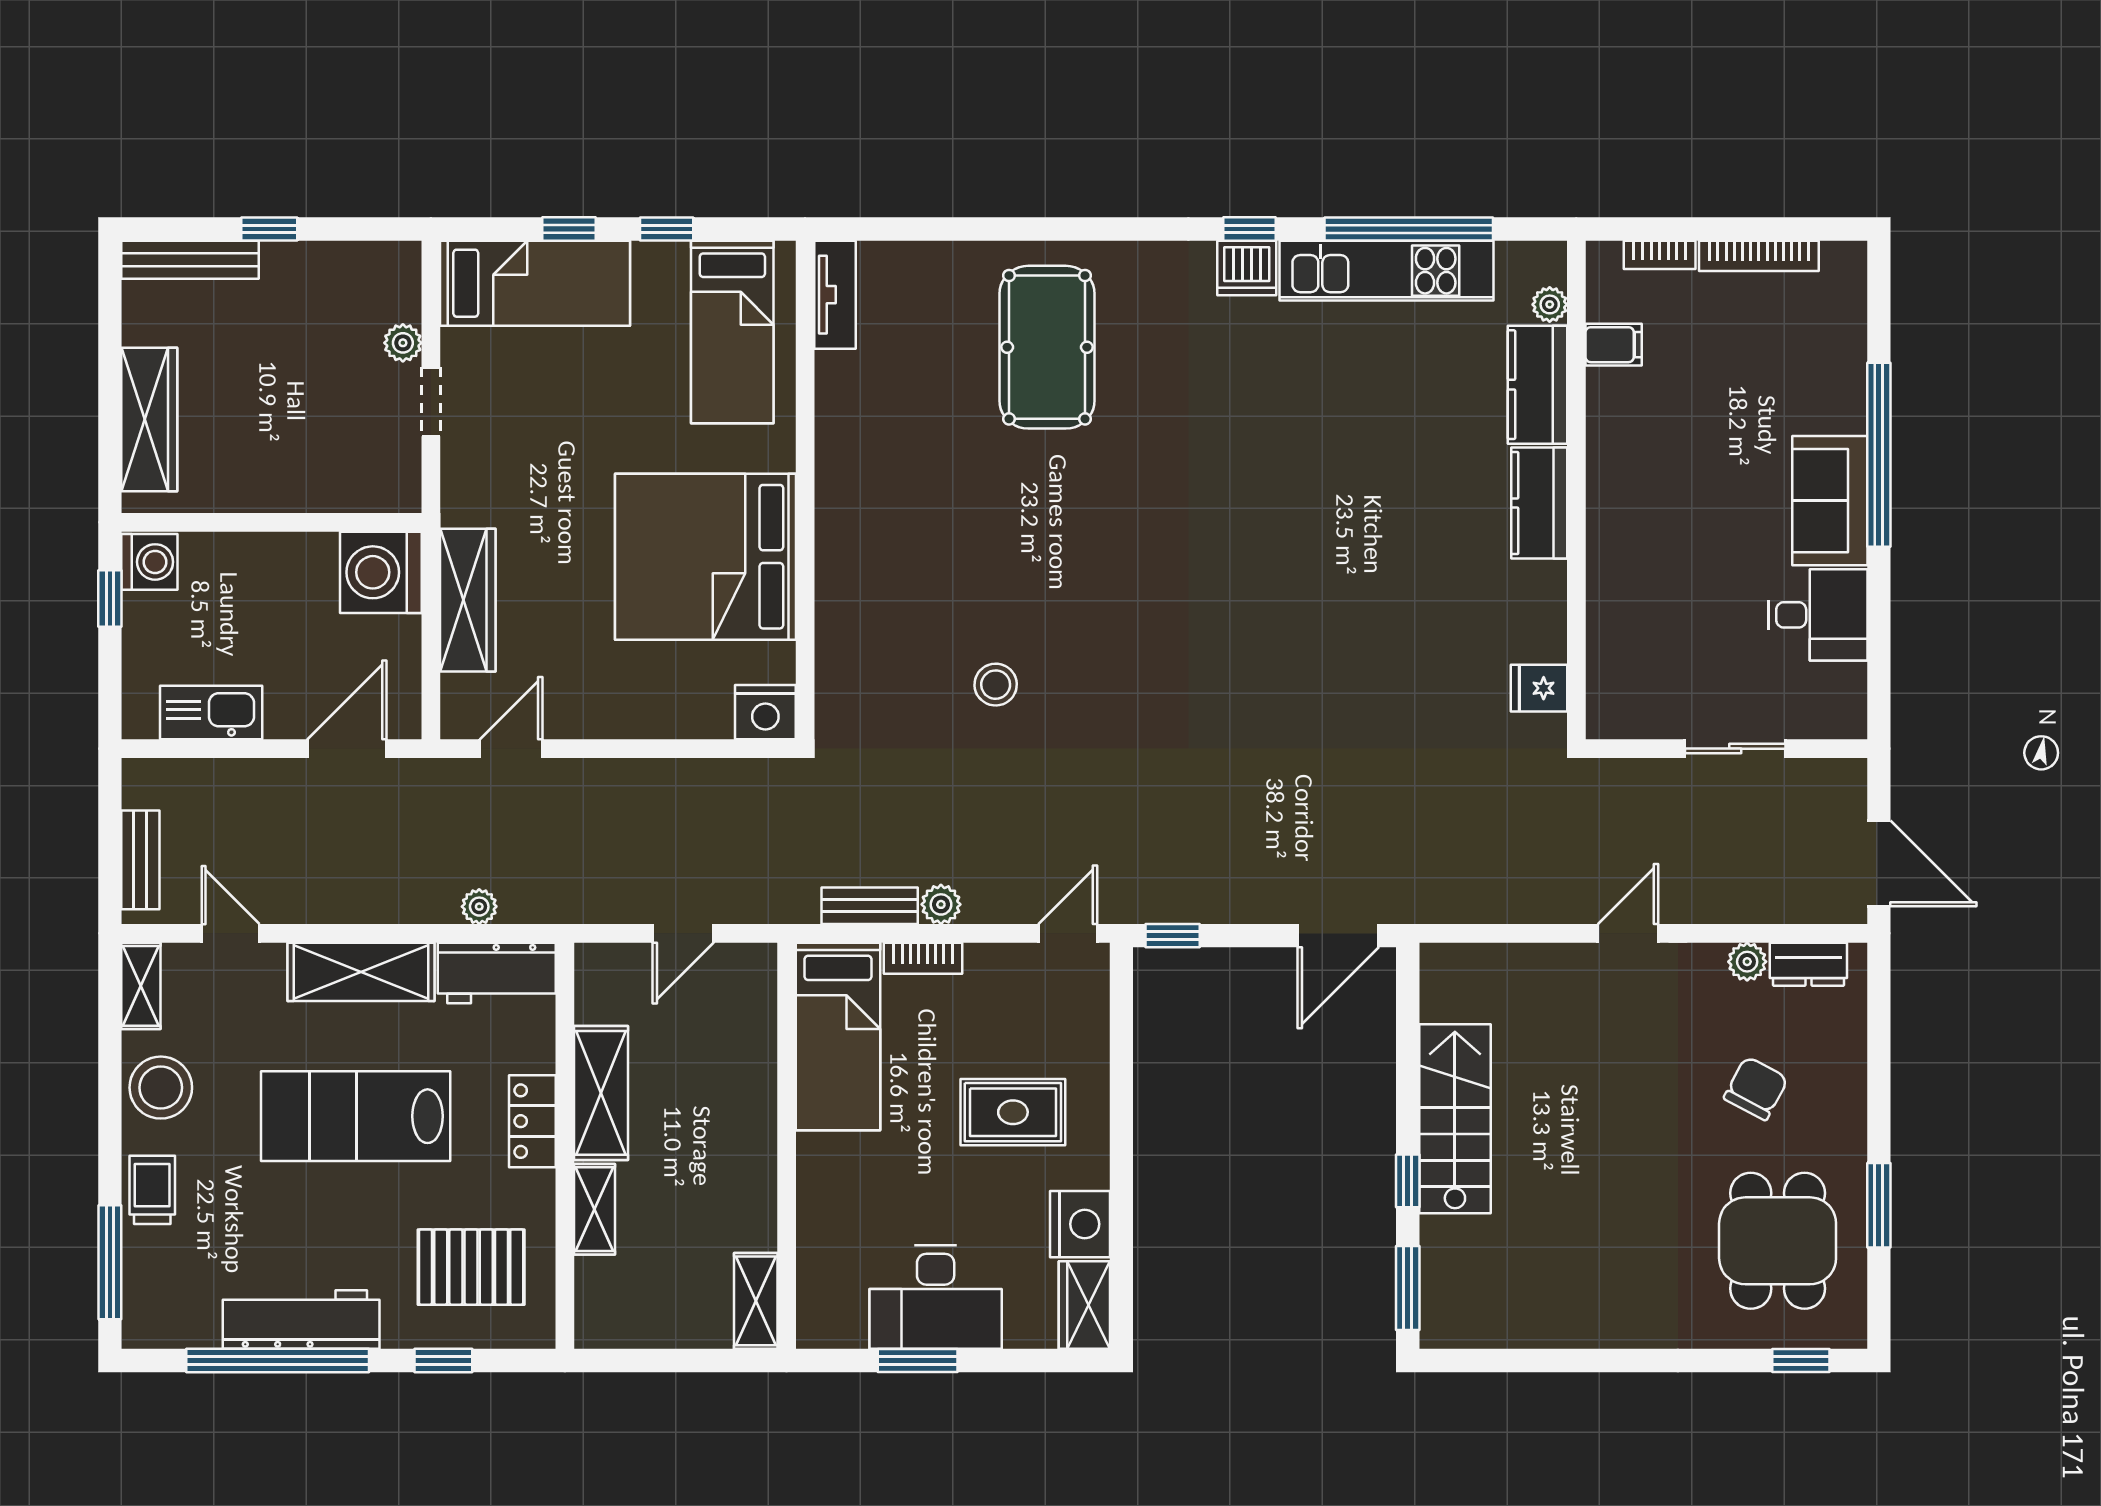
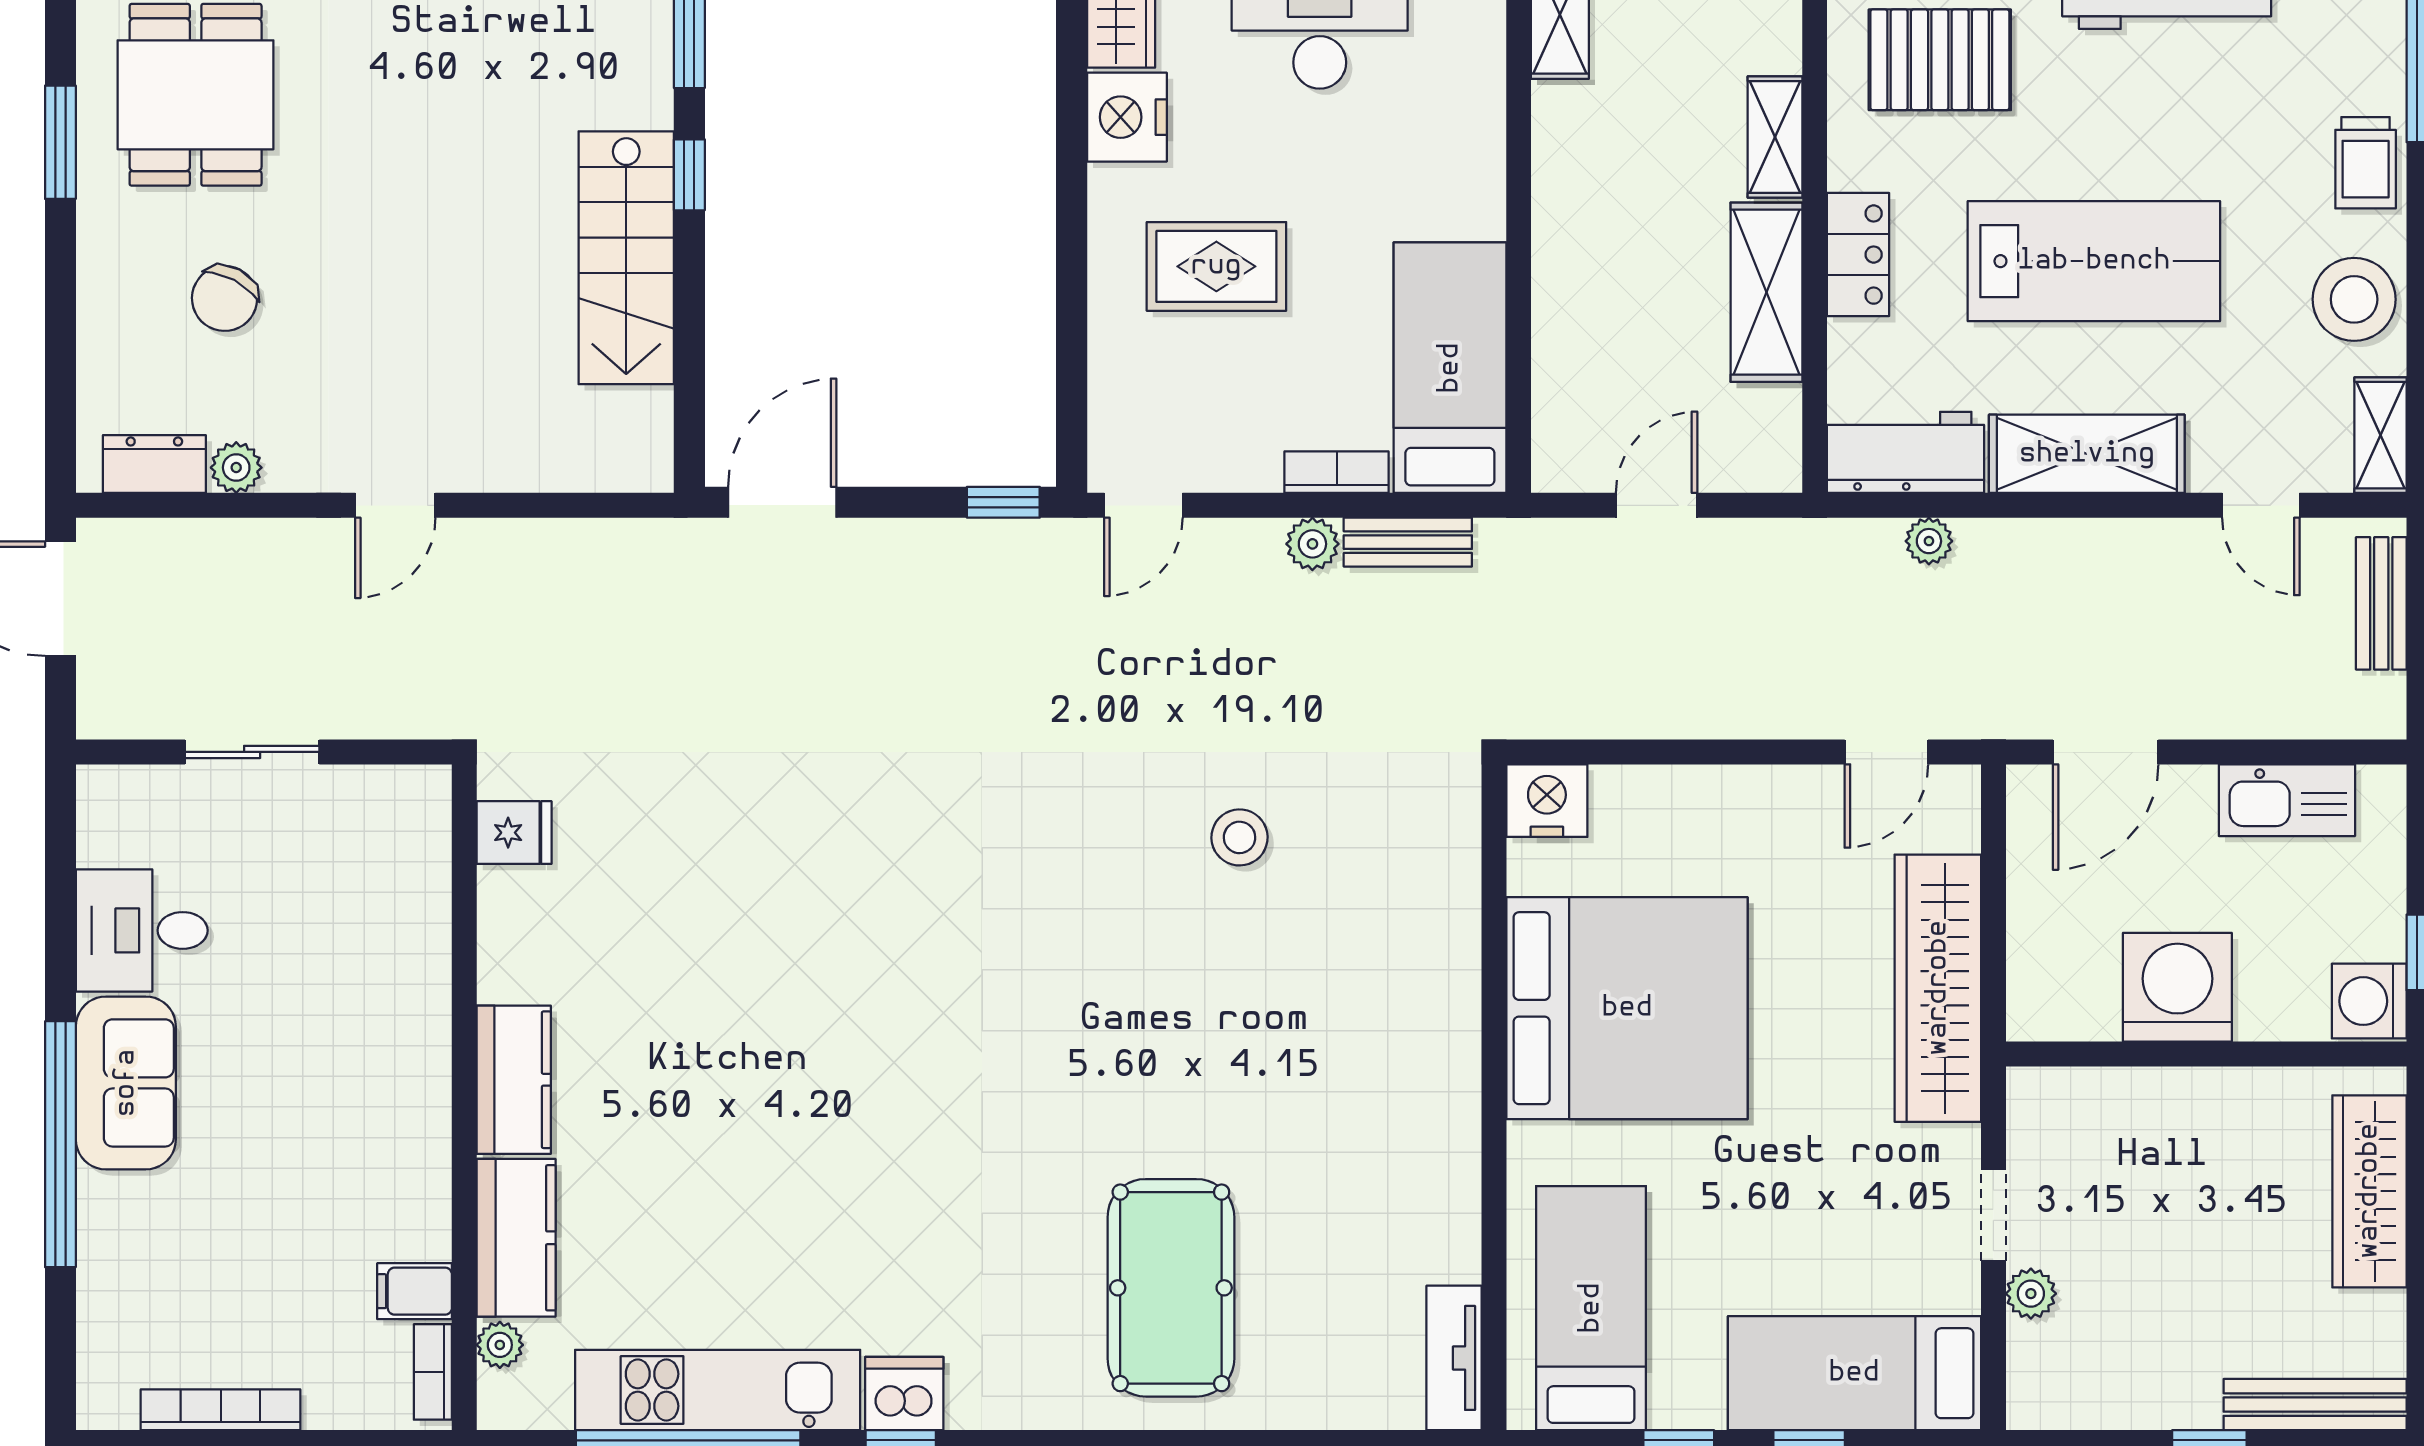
bookcase: (1660, 255) -> (433, 1372), moved, turned -90
washing machine: (381, 572) -> (2177, 987), moved, turned -90
wardrobe: (468, 600) -> (1938, 988), width x1.40, depth x1.17

